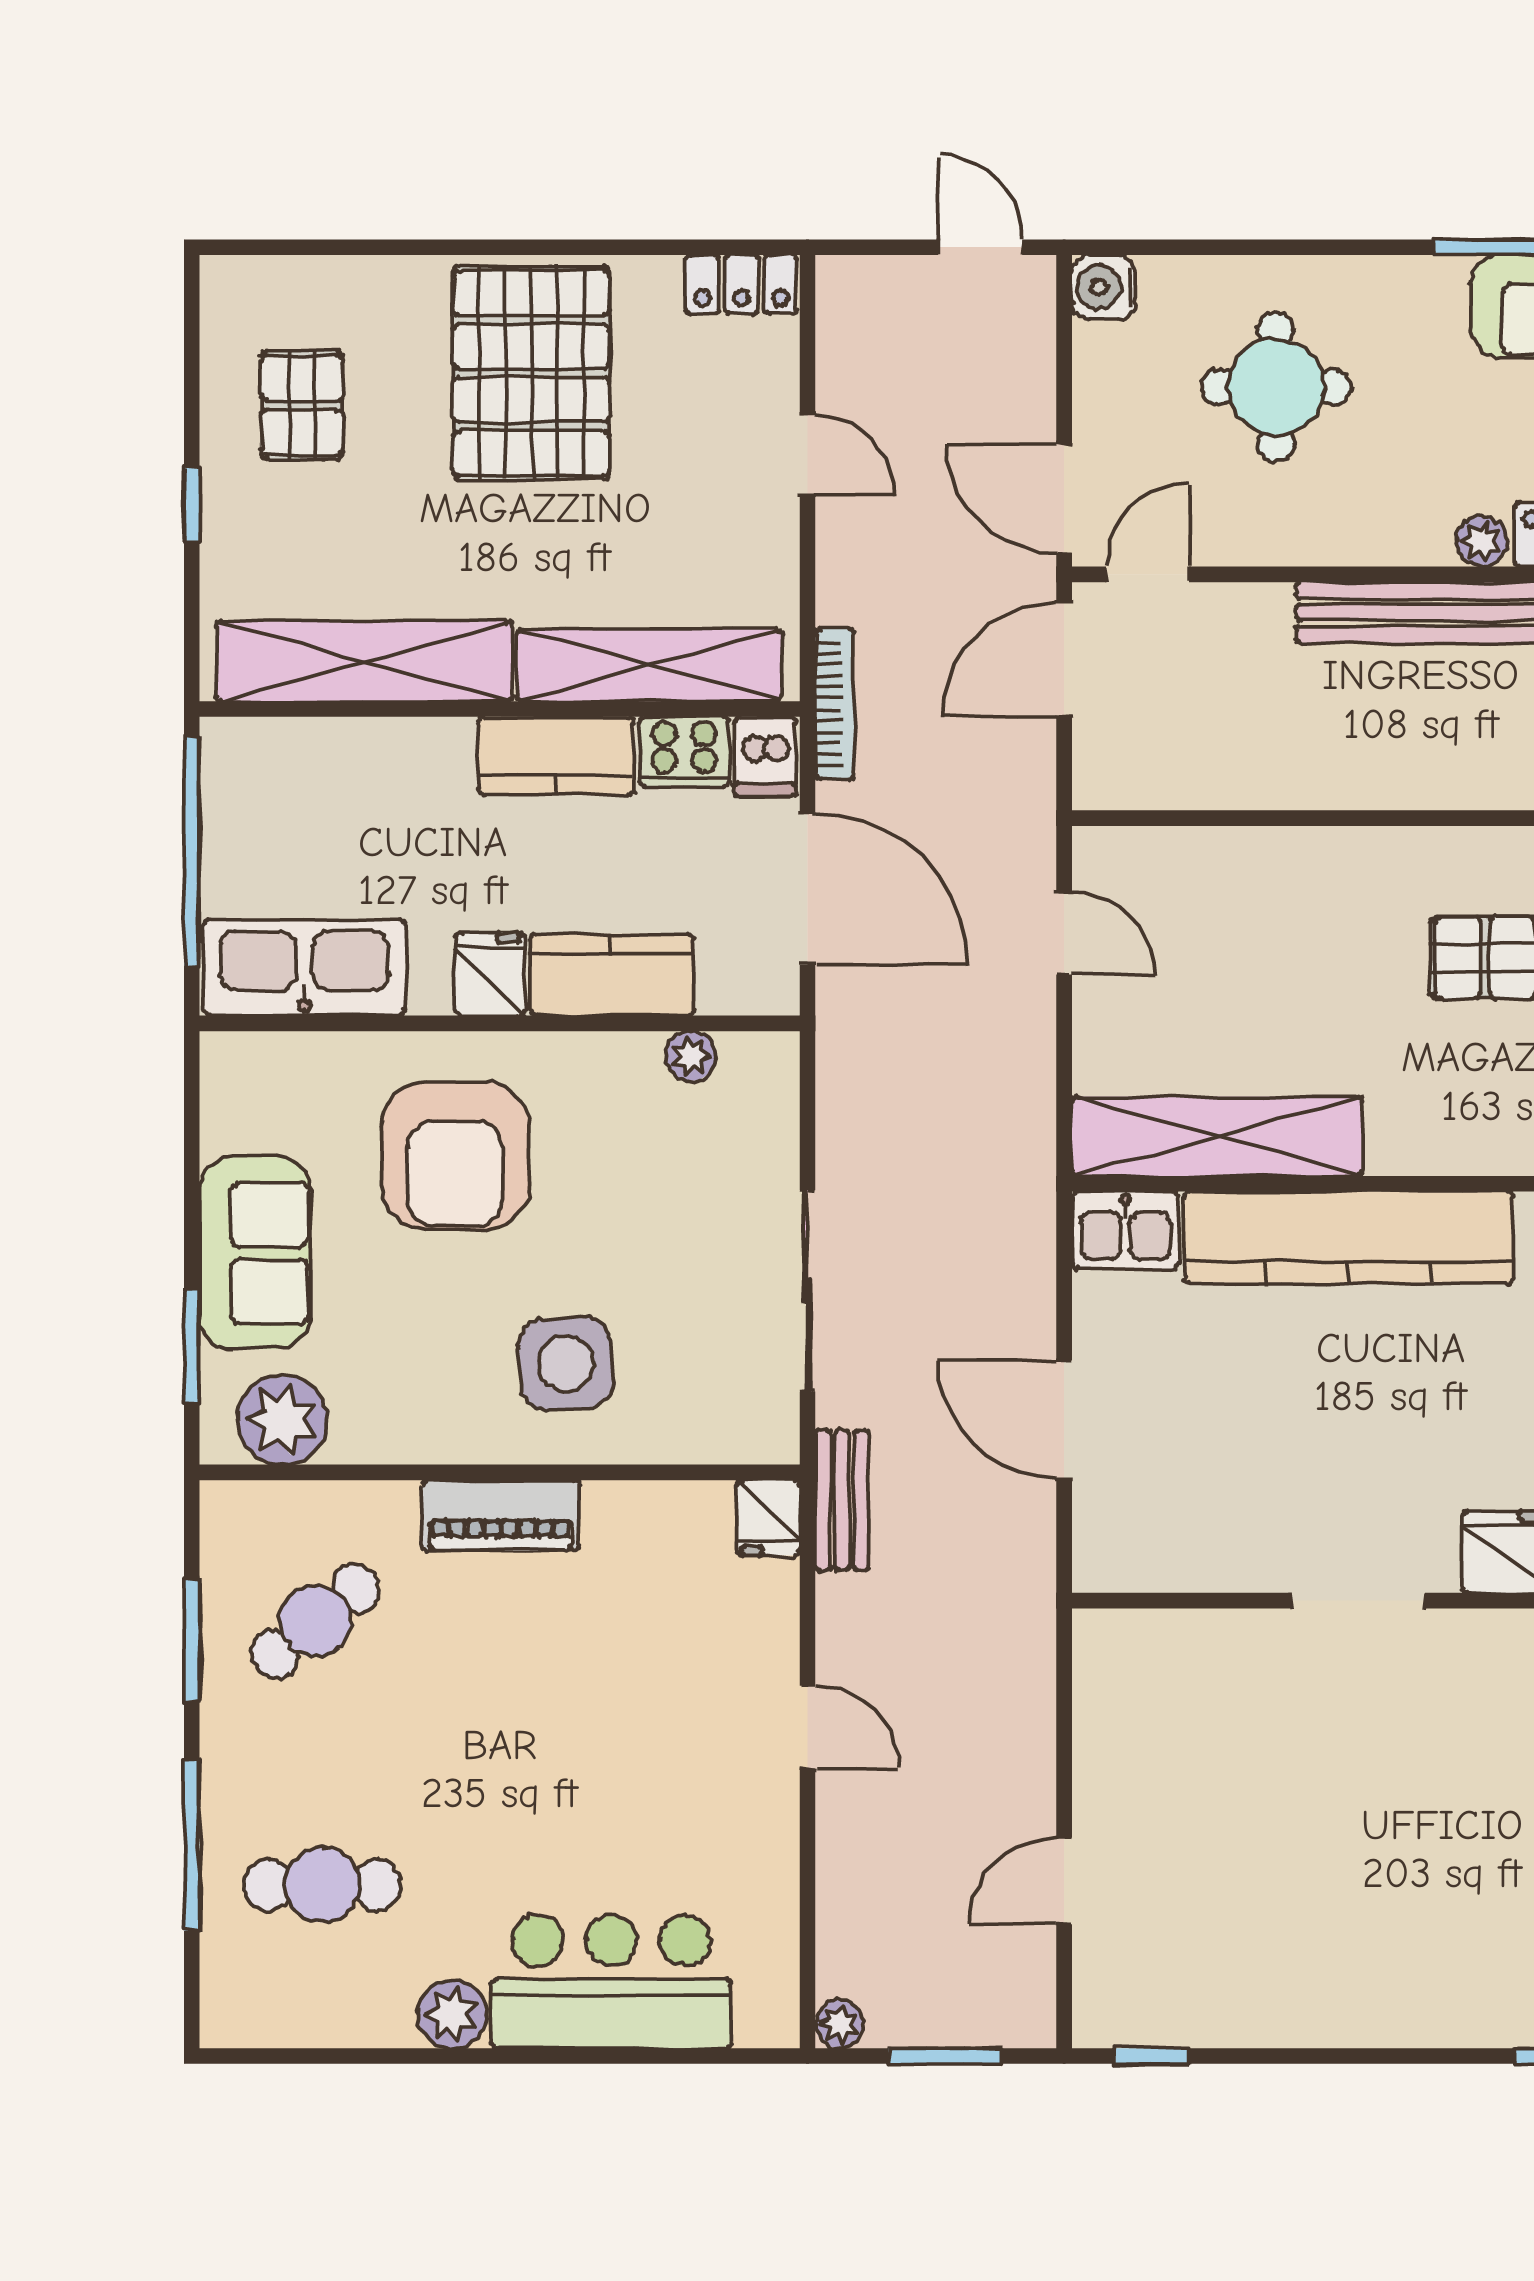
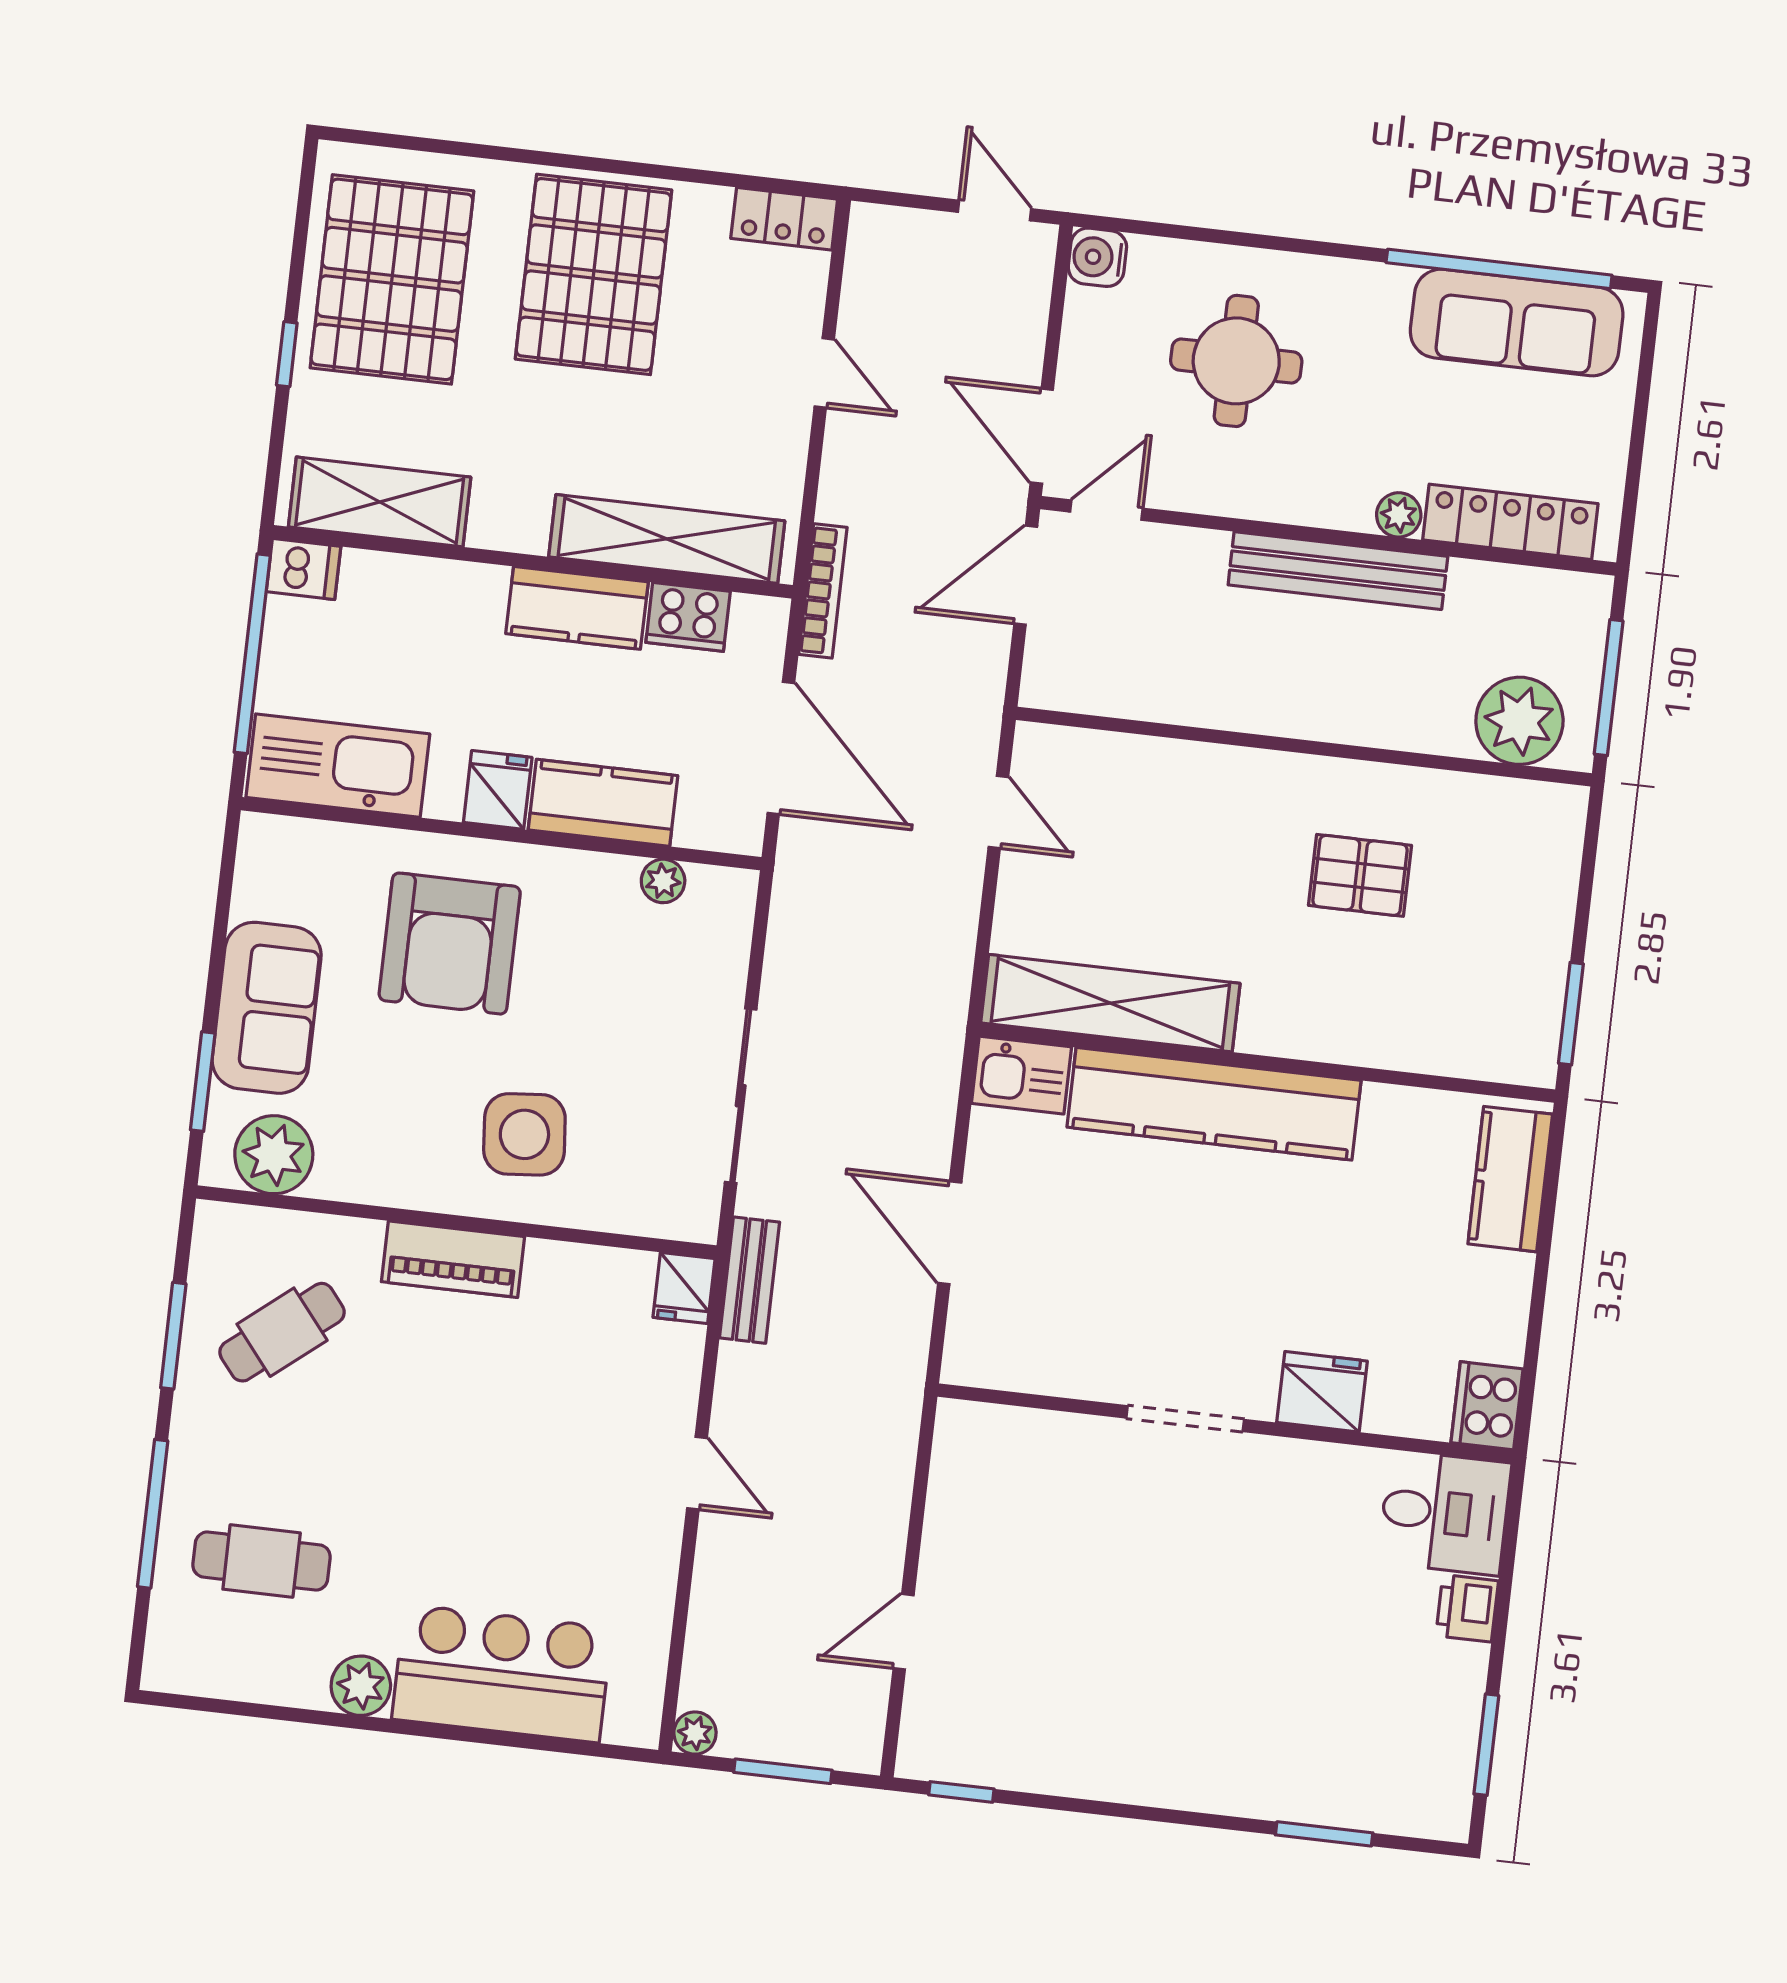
pallet: (302, 405) -> (392, 279), width x2.05, depth x2.00
shelving: (364, 661) -> (380, 502), width x0.68
dishwasher: (765, 756) -> (304, 569), moved, turned -90

